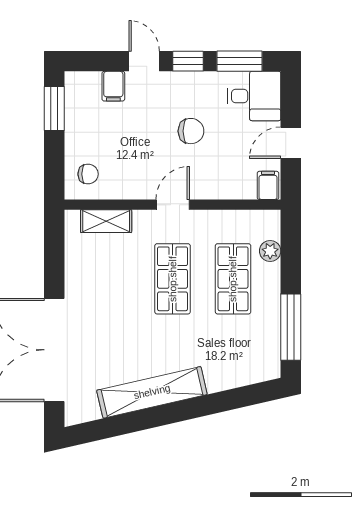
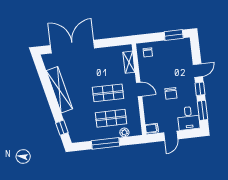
filing cabinet: (113, 86) -> (186, 59), removed
door: (291, 143) -> (171, 136), swing flipped
window: (291, 327) -> (105, 143), moved
window: (242, 397) -> (62, 128), added

